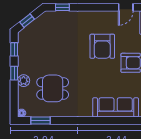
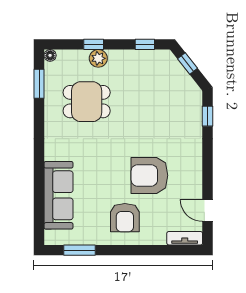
window: (14, 73) -> (94, 44), moved
dining table: (53, 88) -> (87, 102), turned 90

